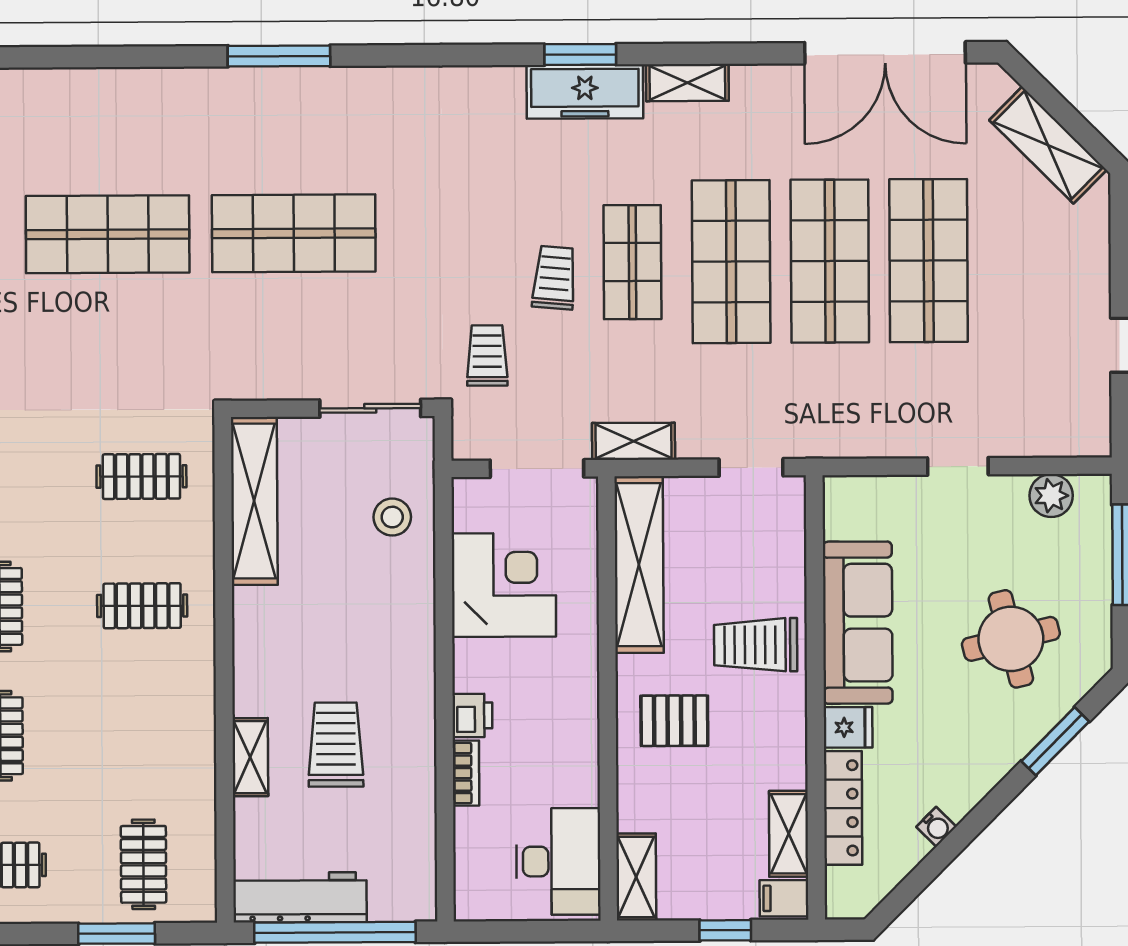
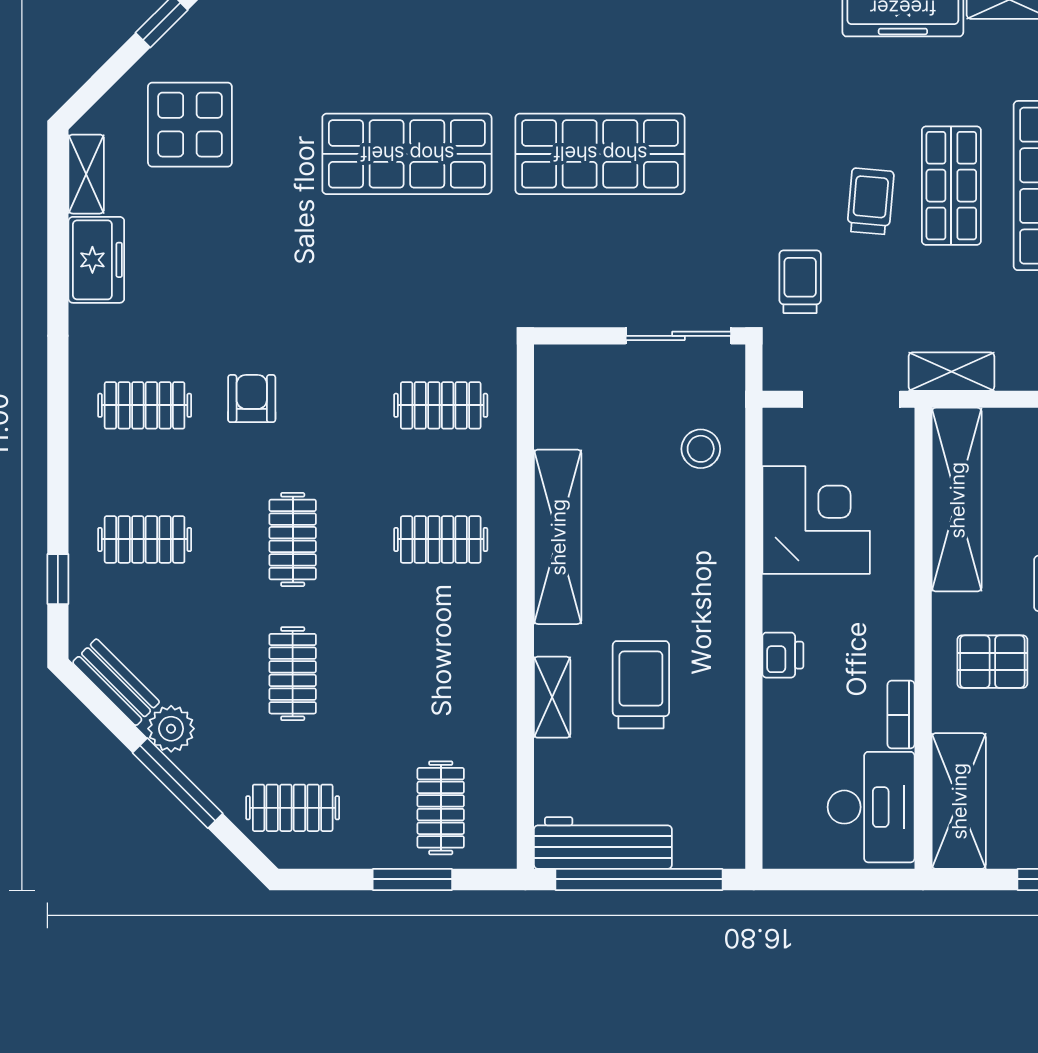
shelving: (254, 501) -> (558, 537), moved
bookcase: (466, 773) -> (901, 715), moved, turned 180
shelving: (636, 877) -> (959, 801), width x1.50, depth x1.33

